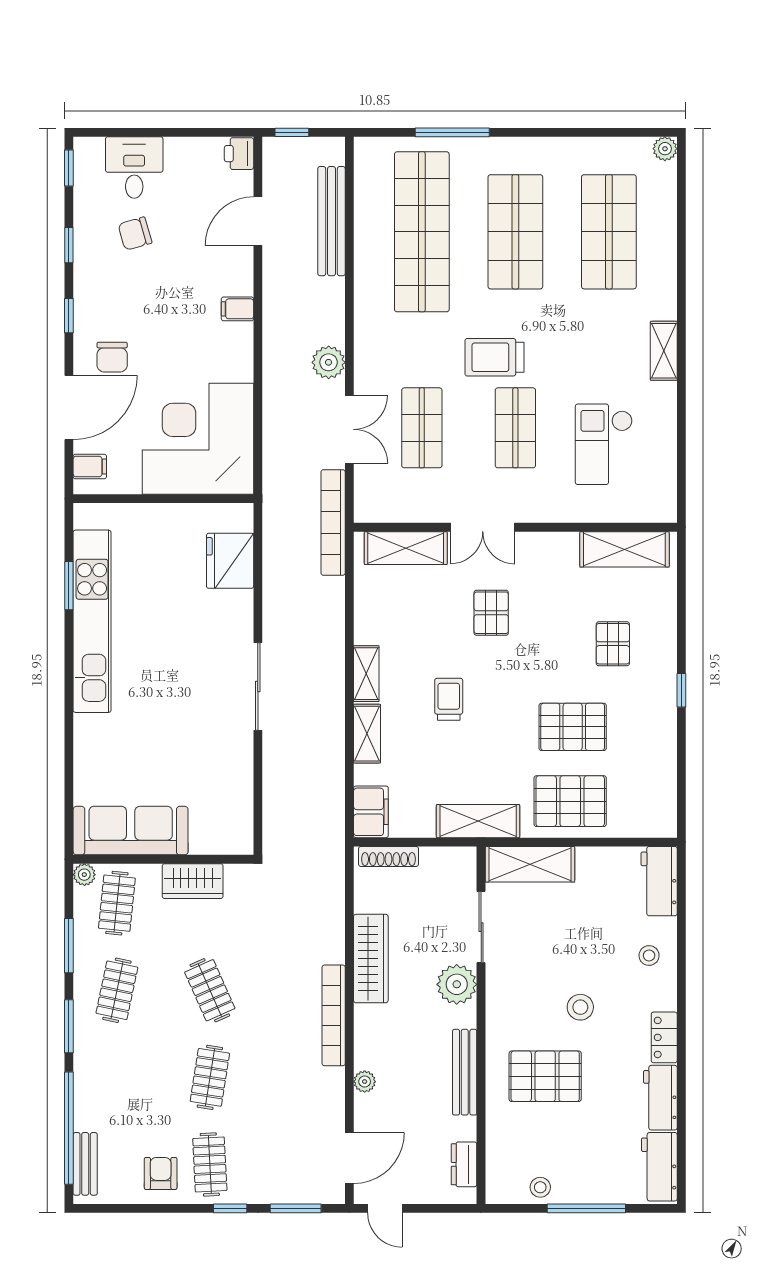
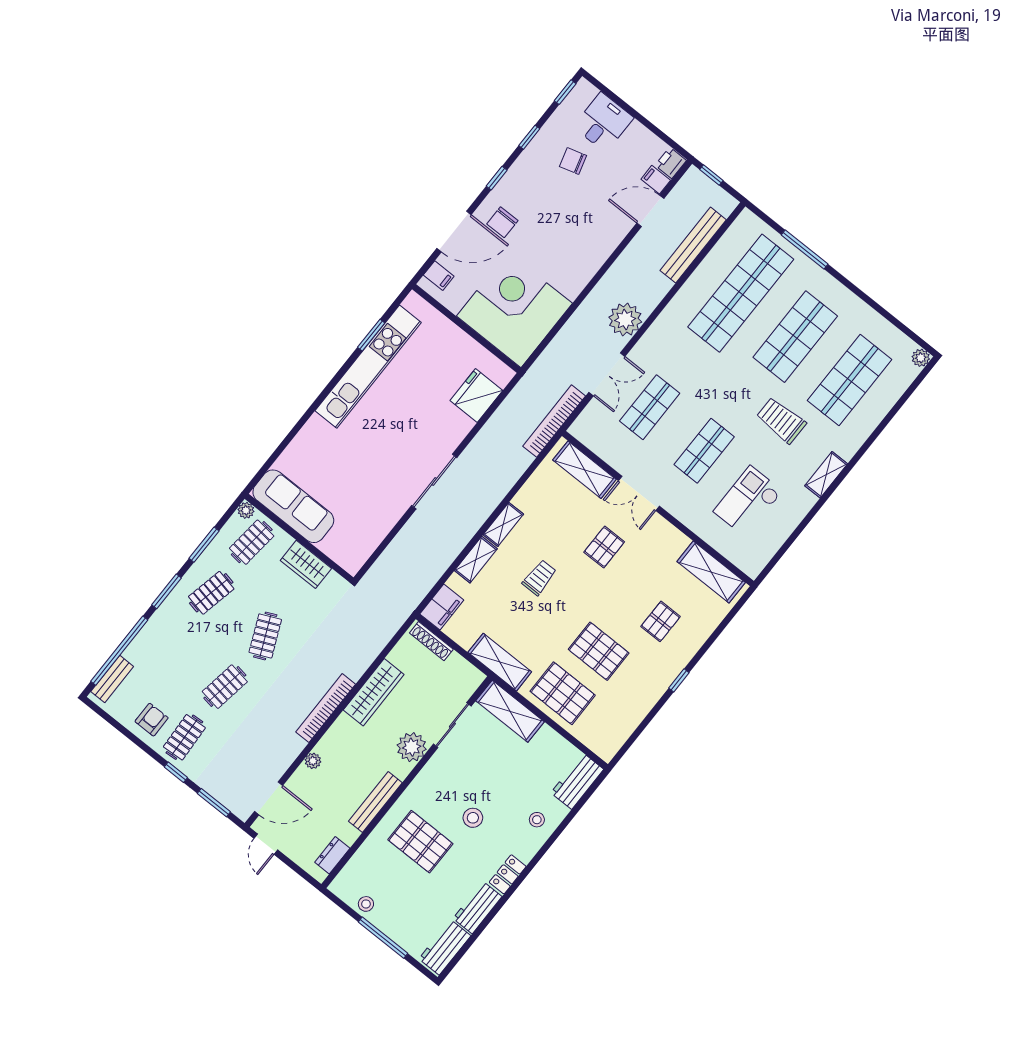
filing cabinet: (237, 309) -> (656, 180), moved
trolley: (494, 357) -> (781, 420), moved
plant: (329, 362) -> (625, 320), width x1.36, depth x1.36

